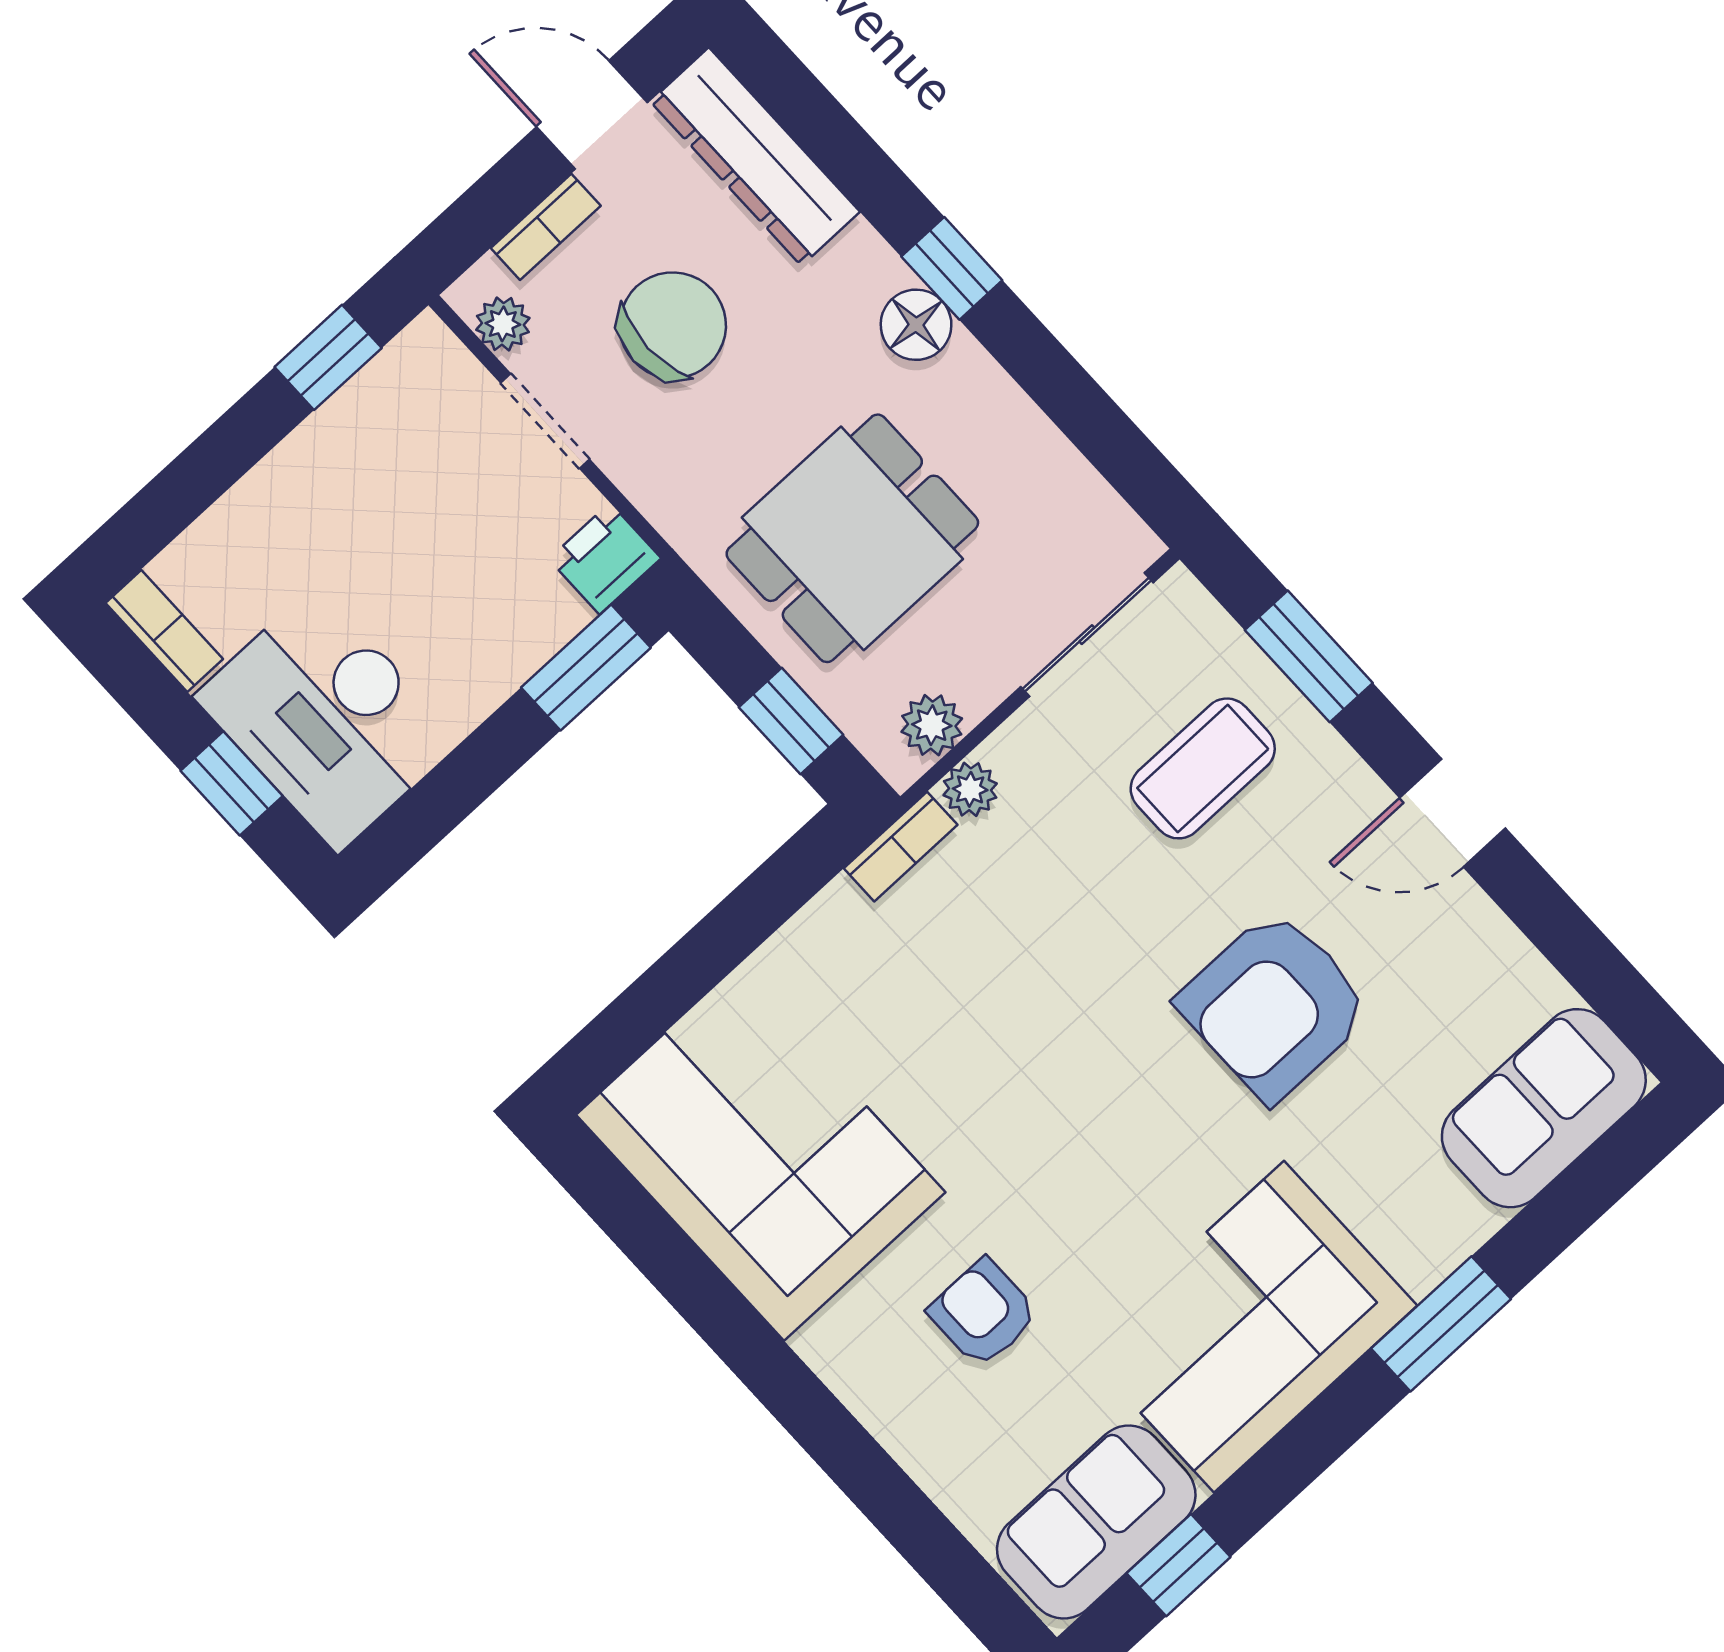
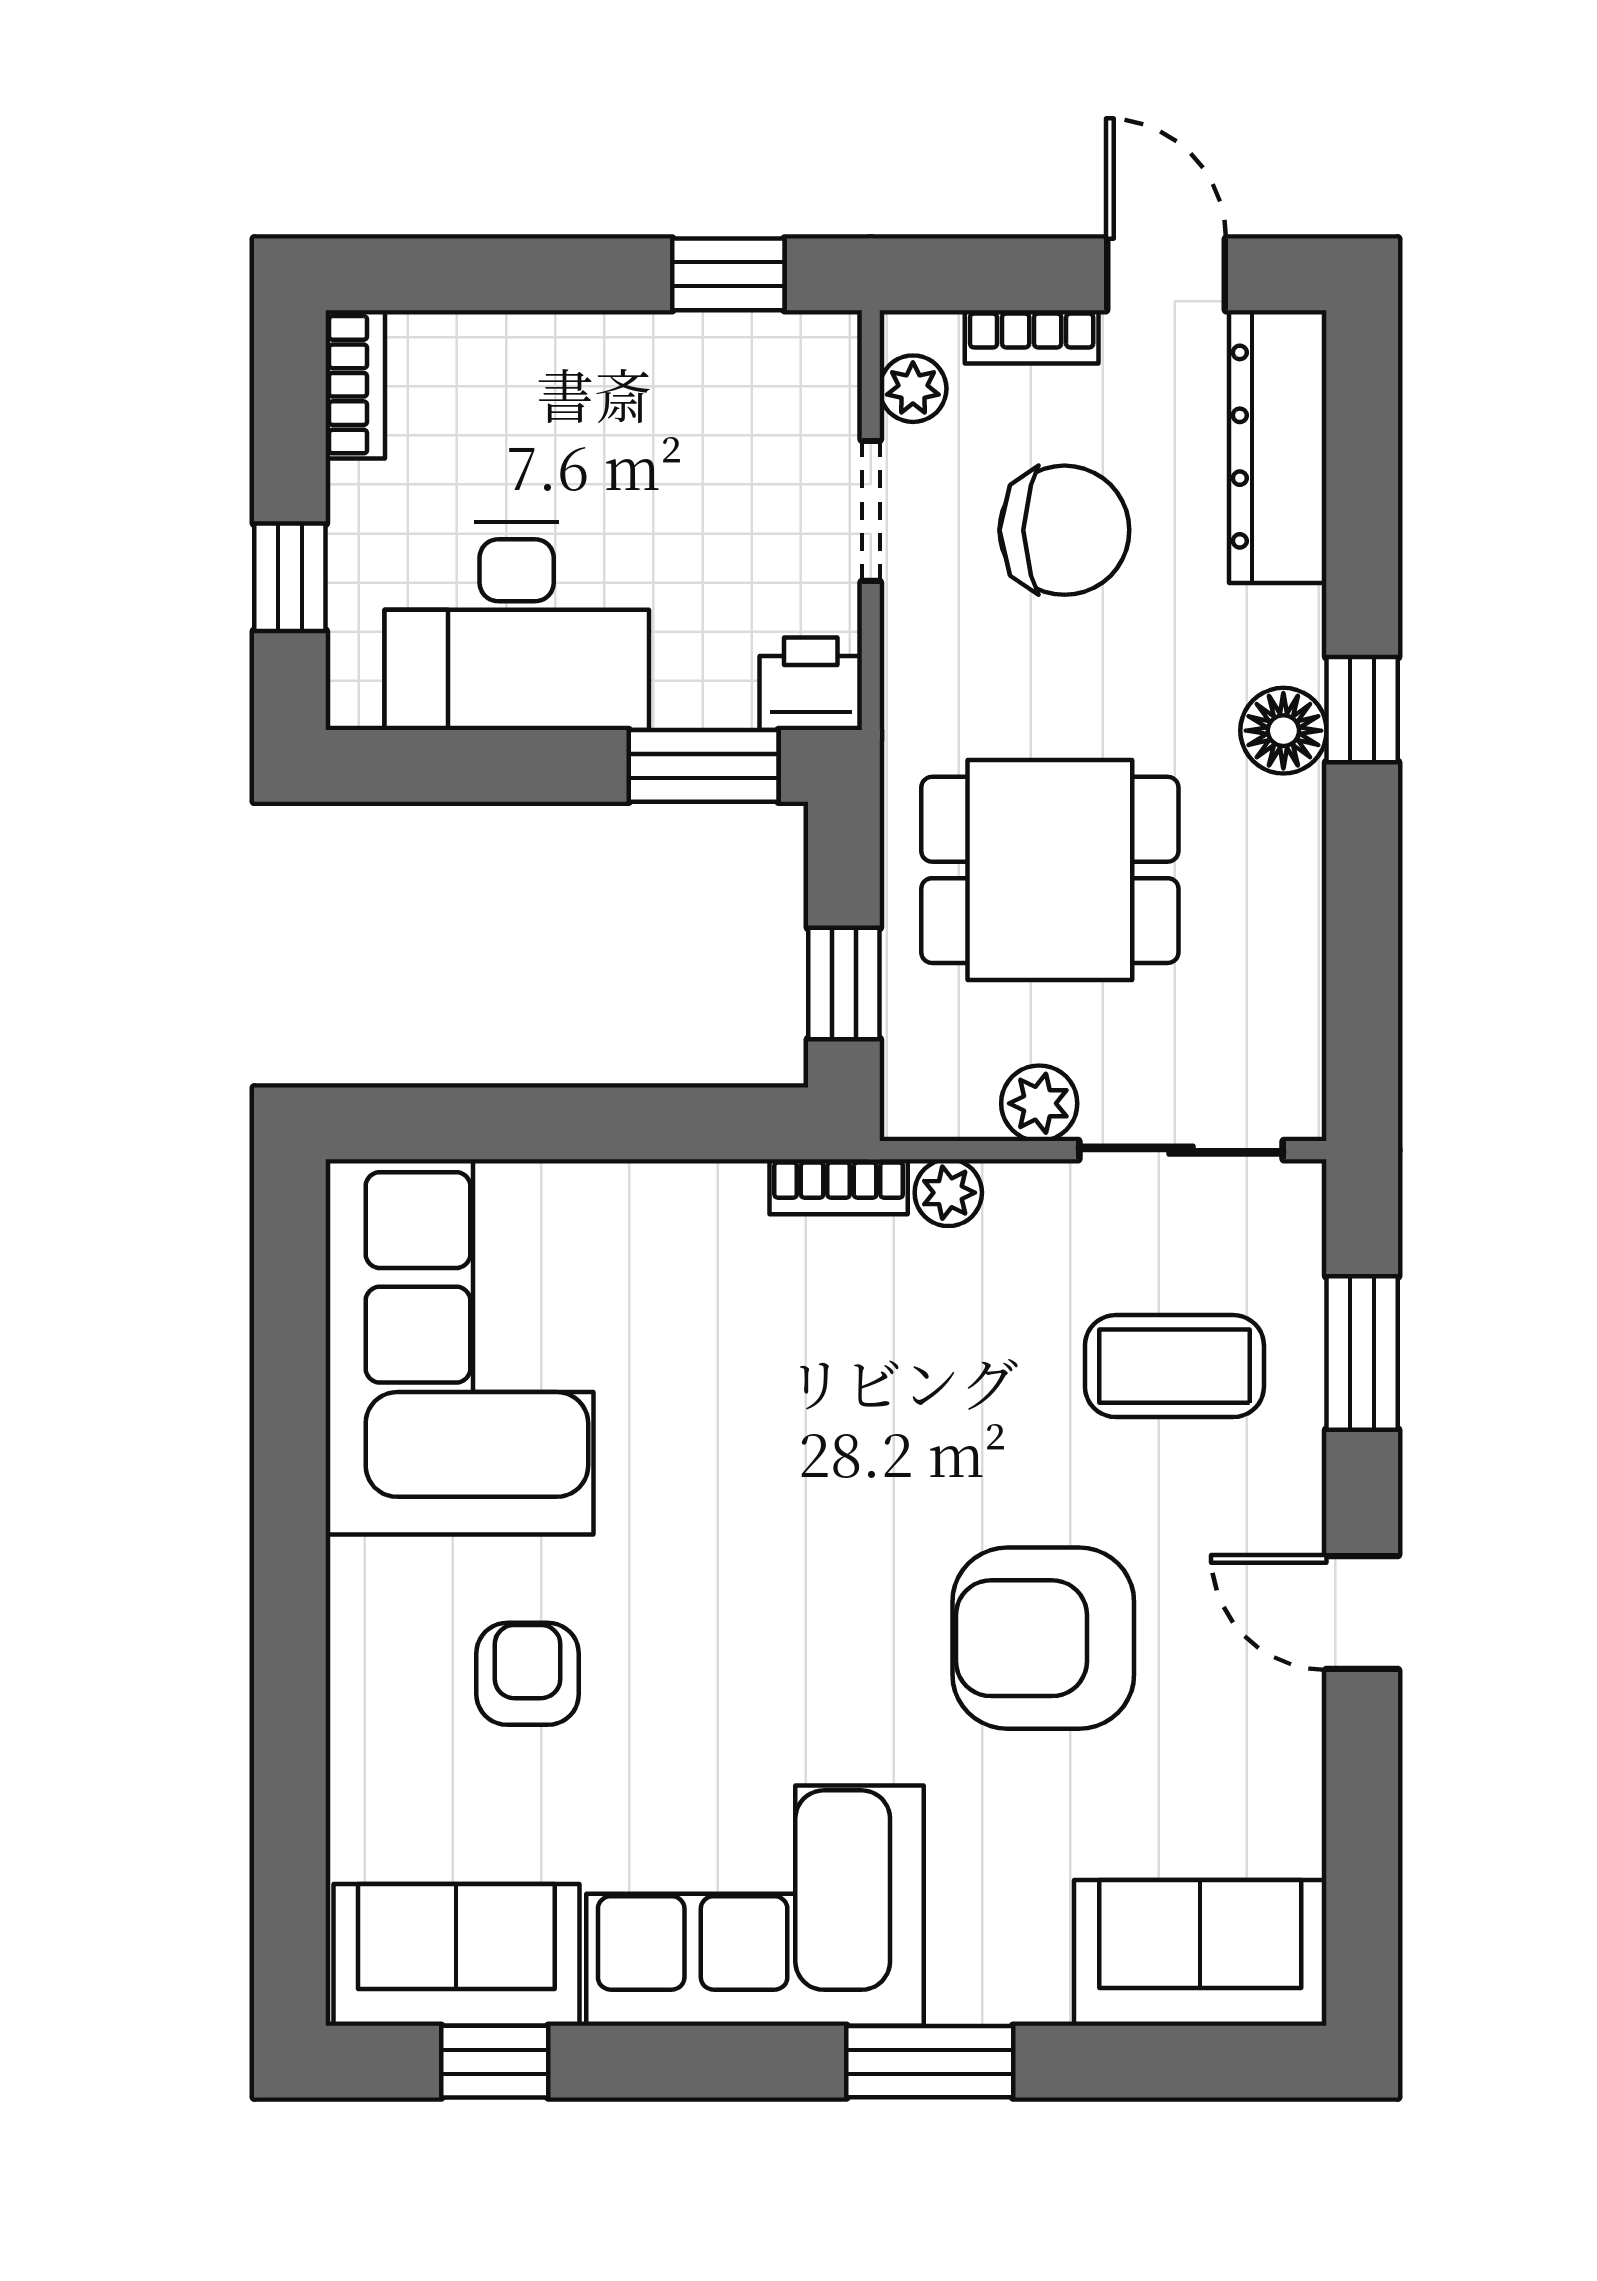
desk: (327, 718) -> (517, 626), moved, turned -90
plant: (932, 725) -> (1039, 1103), moved

